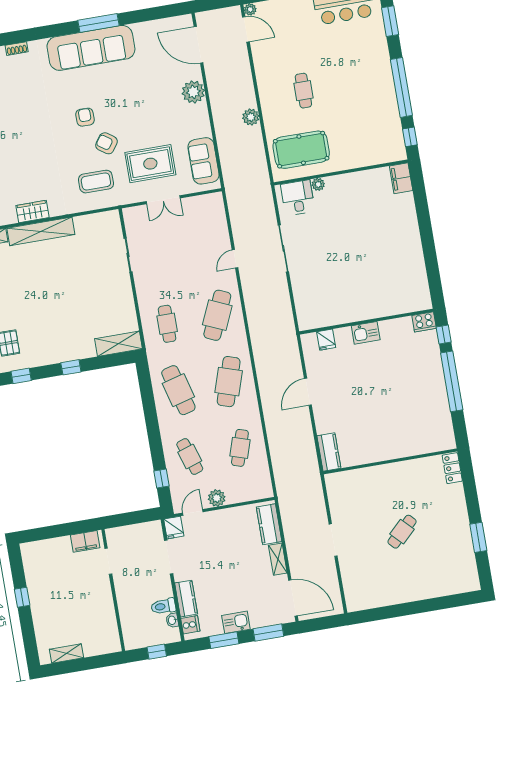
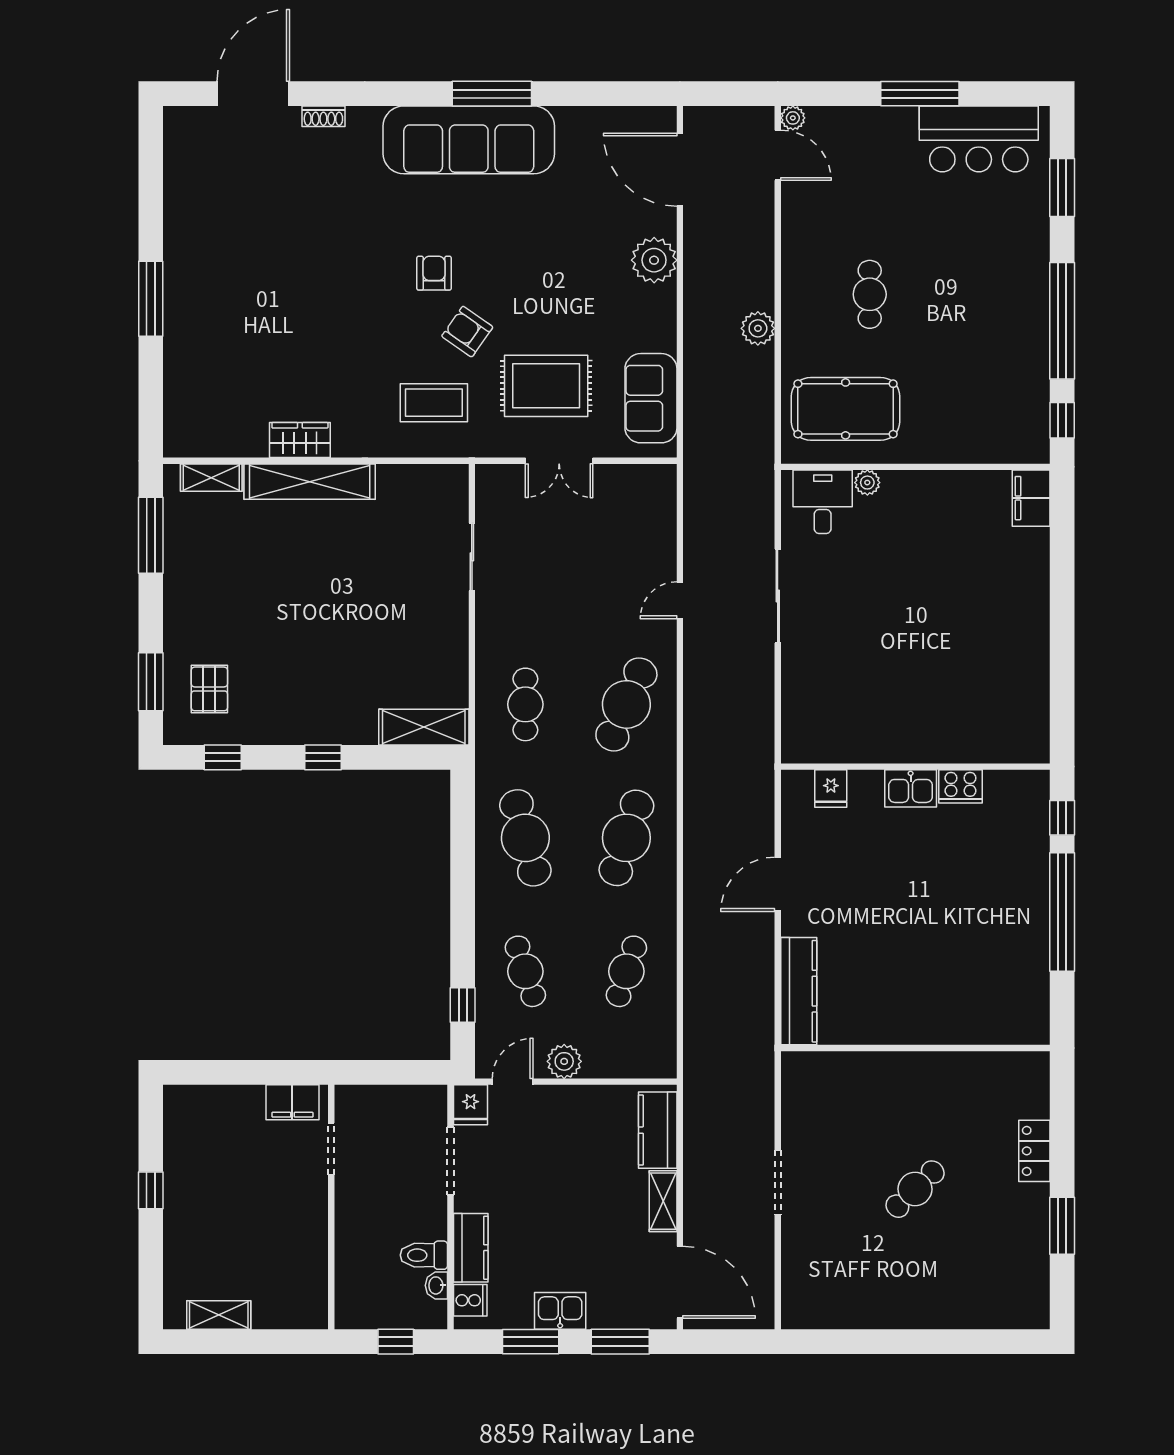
cooker: (424, 322) -> (960, 786), moved
kitchen counter: (329, 452) -> (799, 991), width x1.50
locker: (452, 468) -> (1034, 1151), moved

